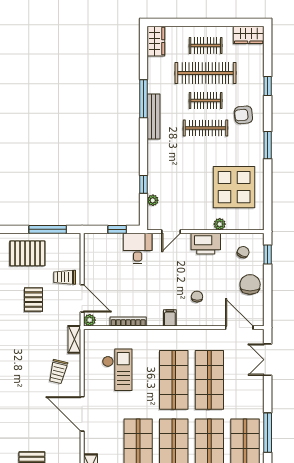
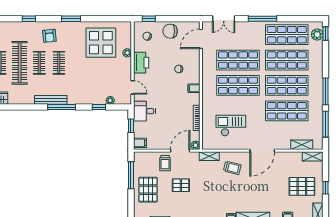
window: (143, 99) -> (62, 107), moved
clothes rail: (206, 128) -> (59, 63), width x0.73
filing cabinet: (93, 242) -> (140, 143), added
window: (268, 433) -> (262, 19), moved

